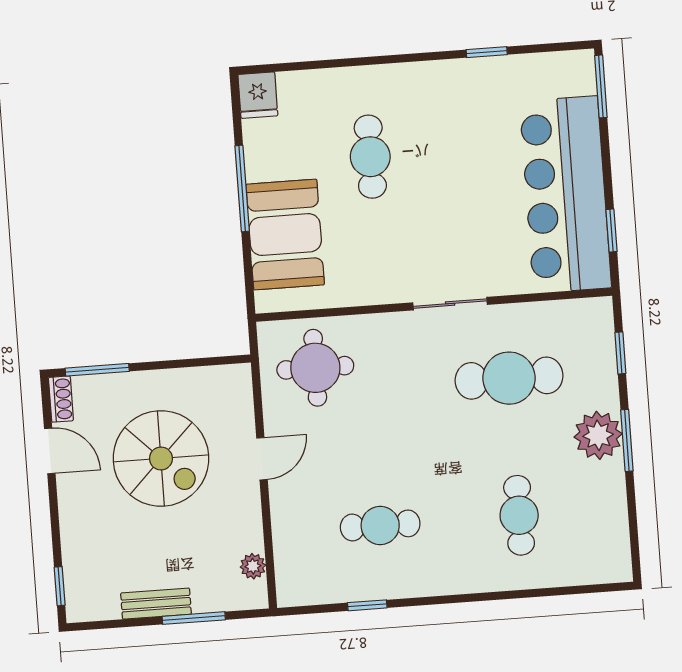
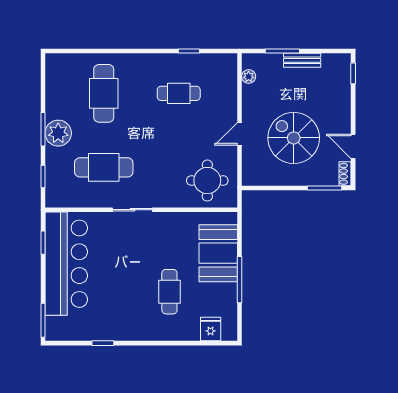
fridge: (258, 95) -> (211, 329), moved
cafe table: (519, 515) -> (104, 93), width x1.37, depth x1.35

